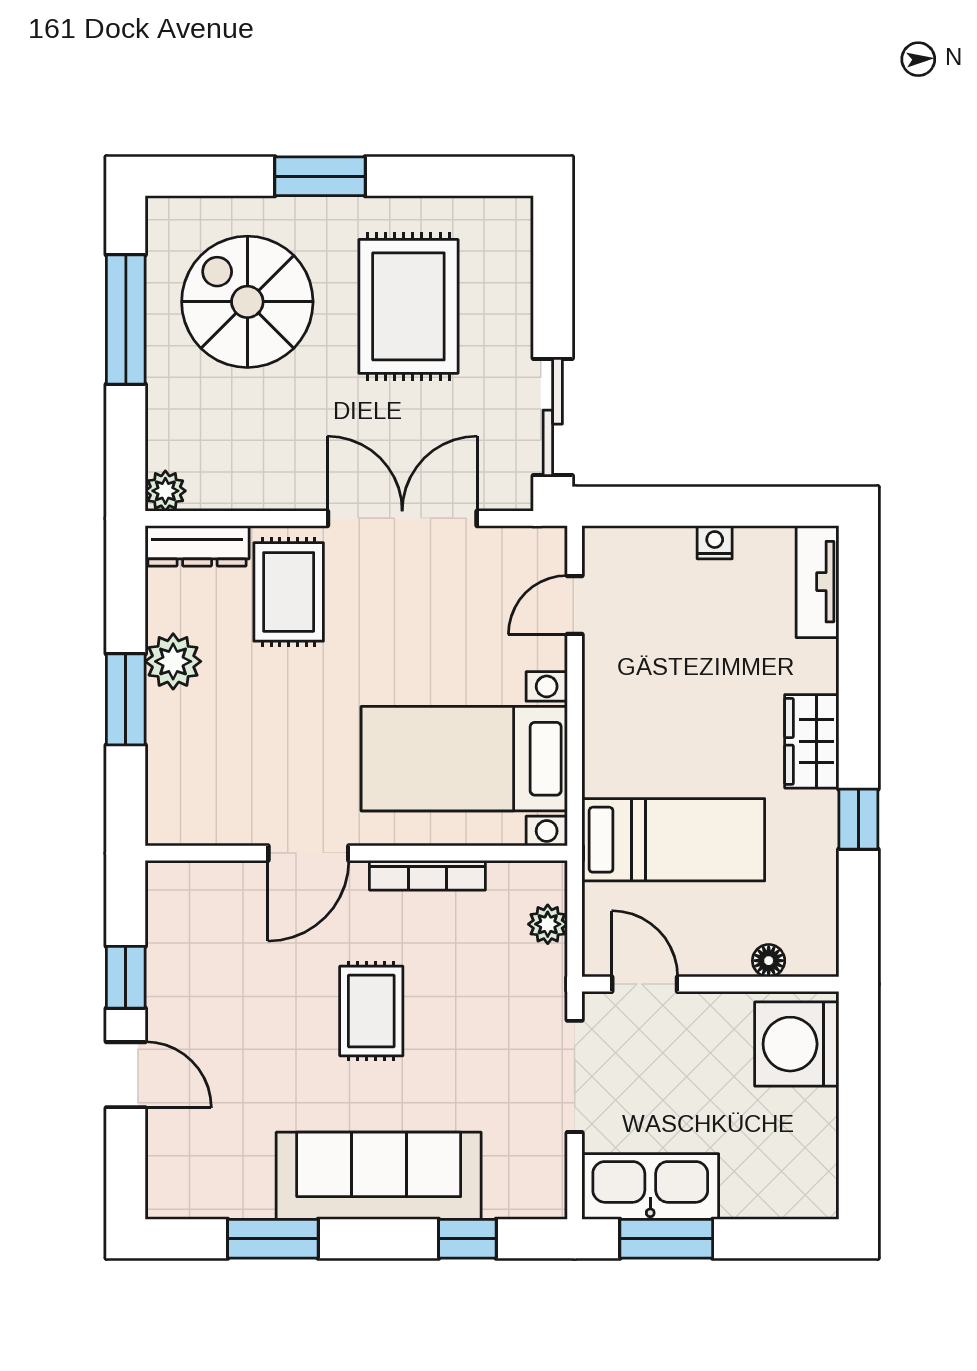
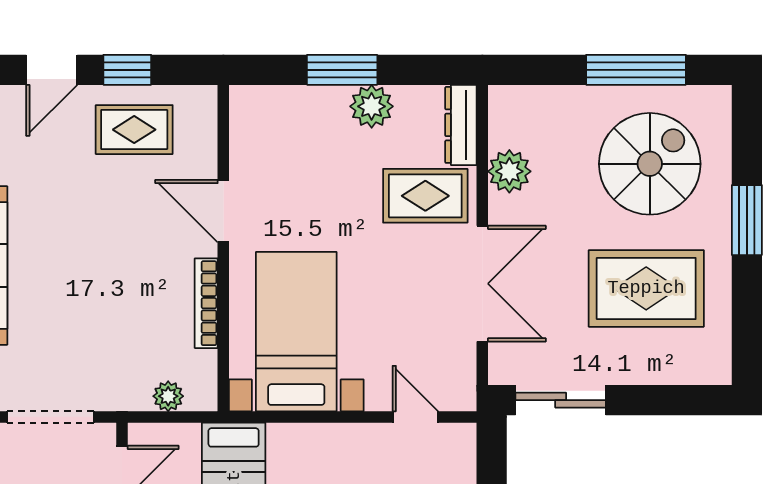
plant: (165, 491) -> (509, 171), moved, width x1.38, depth x1.38
rug: (371, 1011) -> (134, 130), moved

